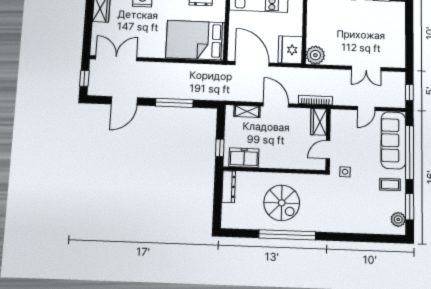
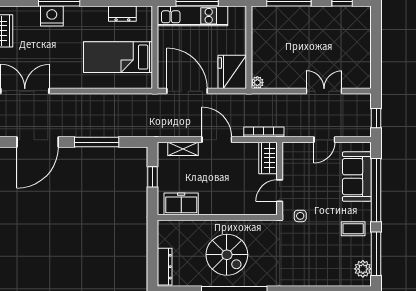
bed: (195, 40) -> (118, 57), width x0.67
plant: (315, 55) -> (257, 83), width x0.53, depth x0.53
double door: (366, 68) -> (324, 91), swing flipped
door: (124, 101) -> (38, 142), width x1.36
sofa: (393, 140) -> (357, 177), width x0.73
window: (220, 148) -> (152, 177), moved
dresser: (229, 187) -> (165, 267), moved
window: (410, 207) -> (376, 254), width x1.44

